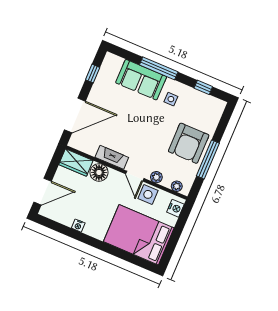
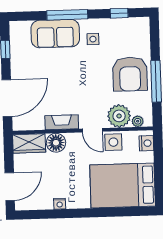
plant: (156, 177) -> (119, 116), width x1.88, depth x1.88

